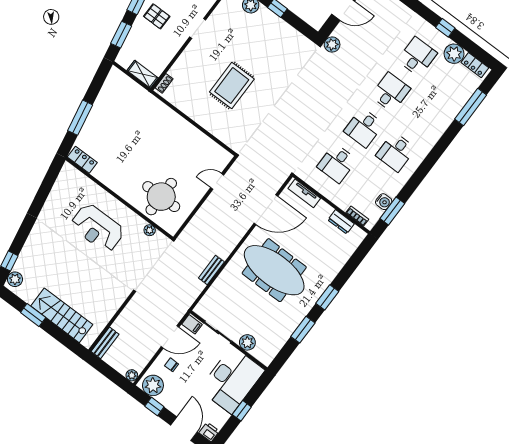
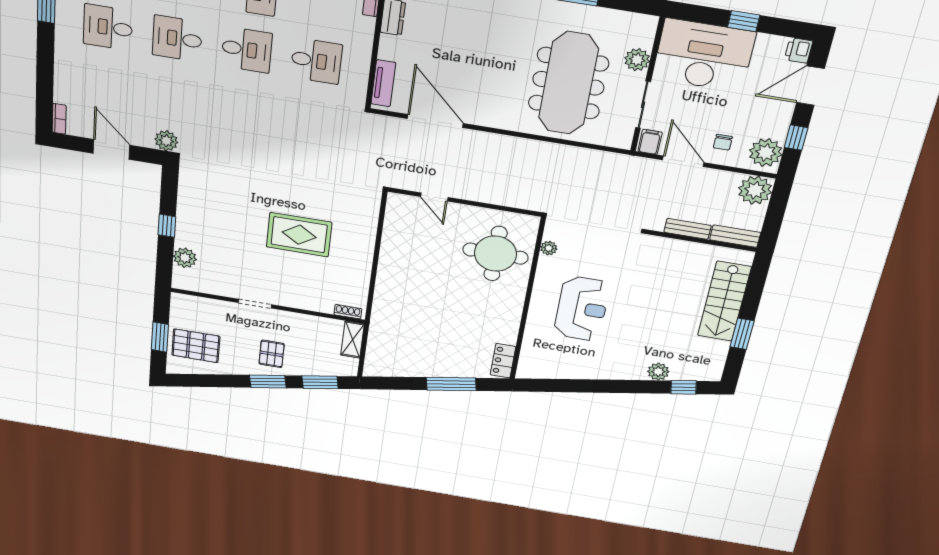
bench: (211, 270) -> (687, 229), moved
meeting table: (274, 270) -> (568, 83), moved
plant: (15, 279) -> (658, 372), moved
plant: (132, 375) -> (755, 190), width x1.87, depth x1.87

